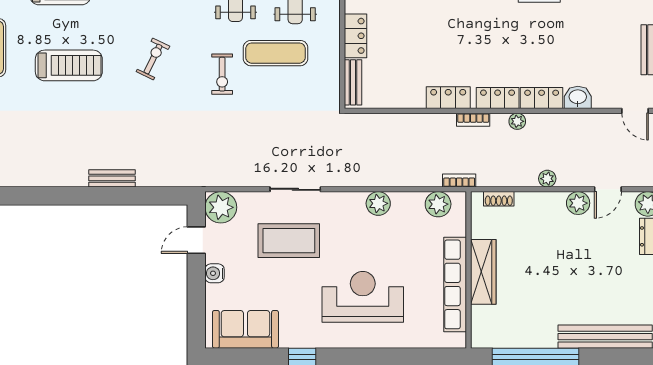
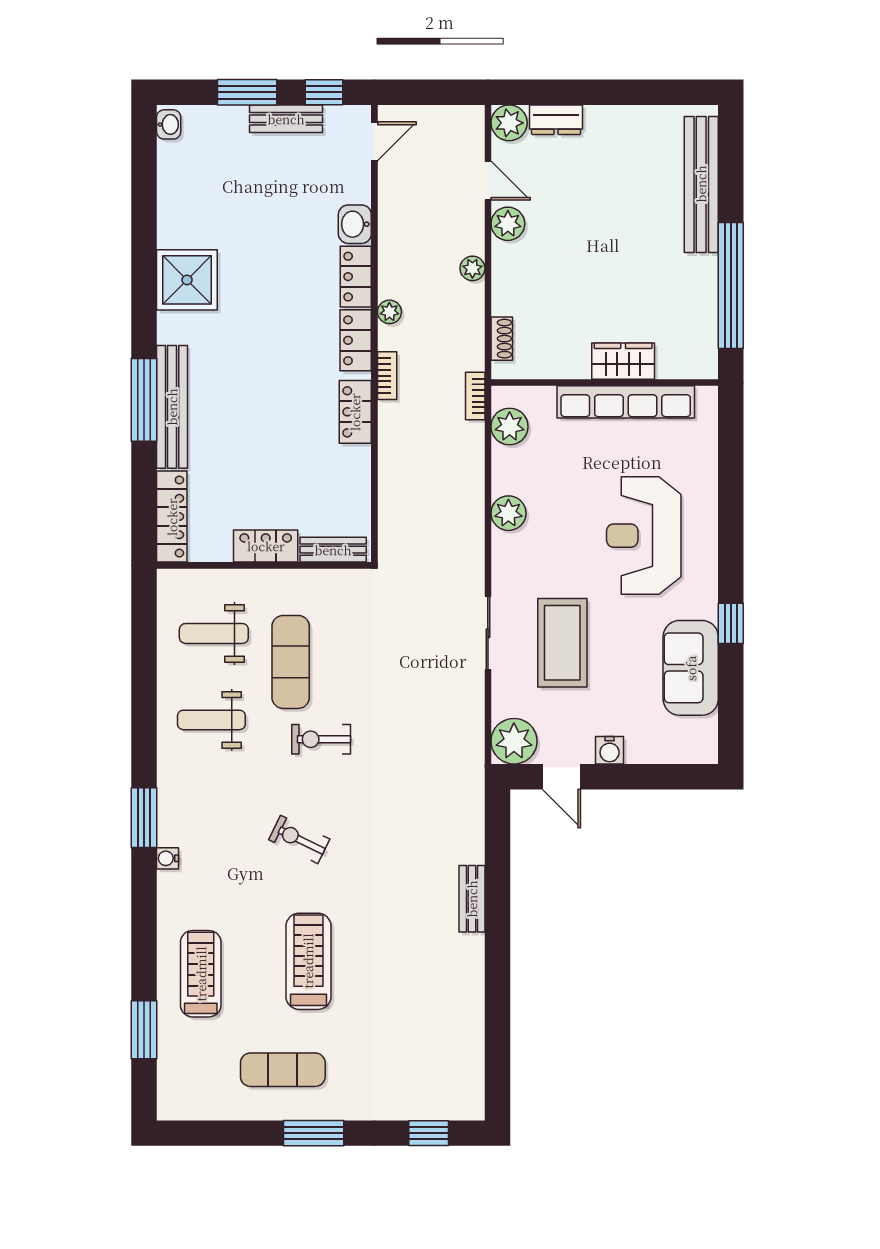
exercise bike: (222, 74) -> (321, 739), turned 180
wardrobe: (483, 272) -> (623, 361), width x0.67
sofa: (245, 329) -> (691, 668), moved

